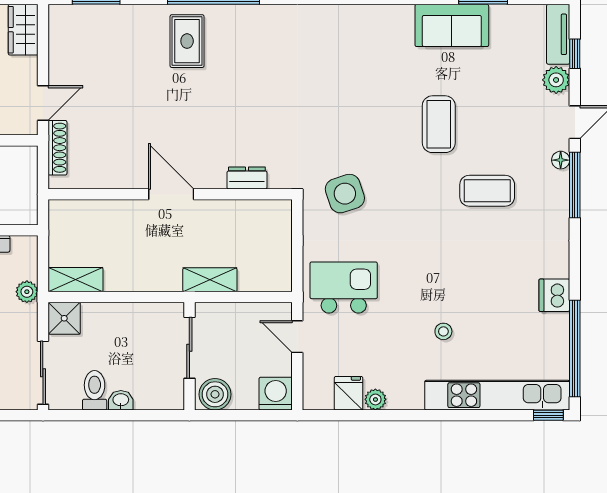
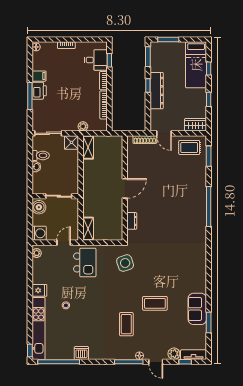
rug: (187, 41) -> (189, 147), moved
shelving: (210, 280) -> (88, 229), moved
fridge: (349, 393) -> (39, 290), moved
plant: (375, 399) -> (37, 253), moved

